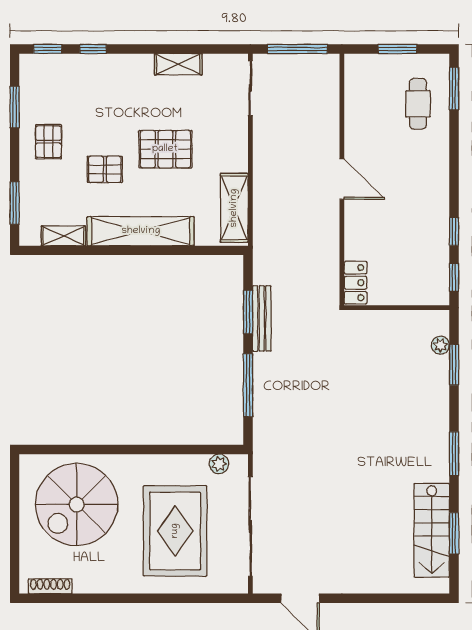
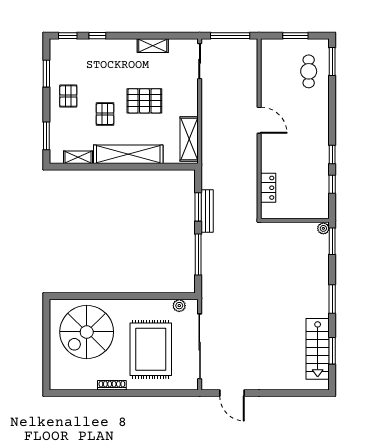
pallet: (105, 169) -> (105, 114), turned 90
wall: (397, 308) -> (295, 220), moved
shoe rack: (50, 586) -> (112, 385), moved

